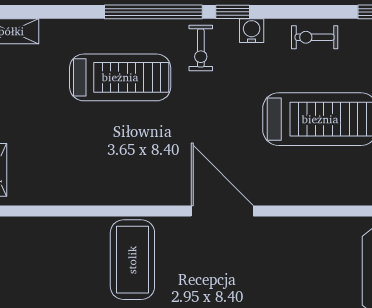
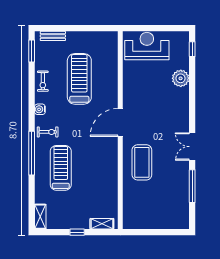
window: (233, 12) -> (32, 118), removed
coffee table: (132, 260) -> (142, 162), turned 90

